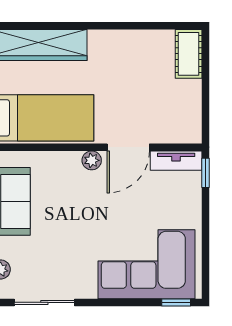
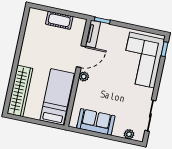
cot: (189, 54) -> (59, 20), moved
door: (128, 147) -> (81, 57), hinge flipped

